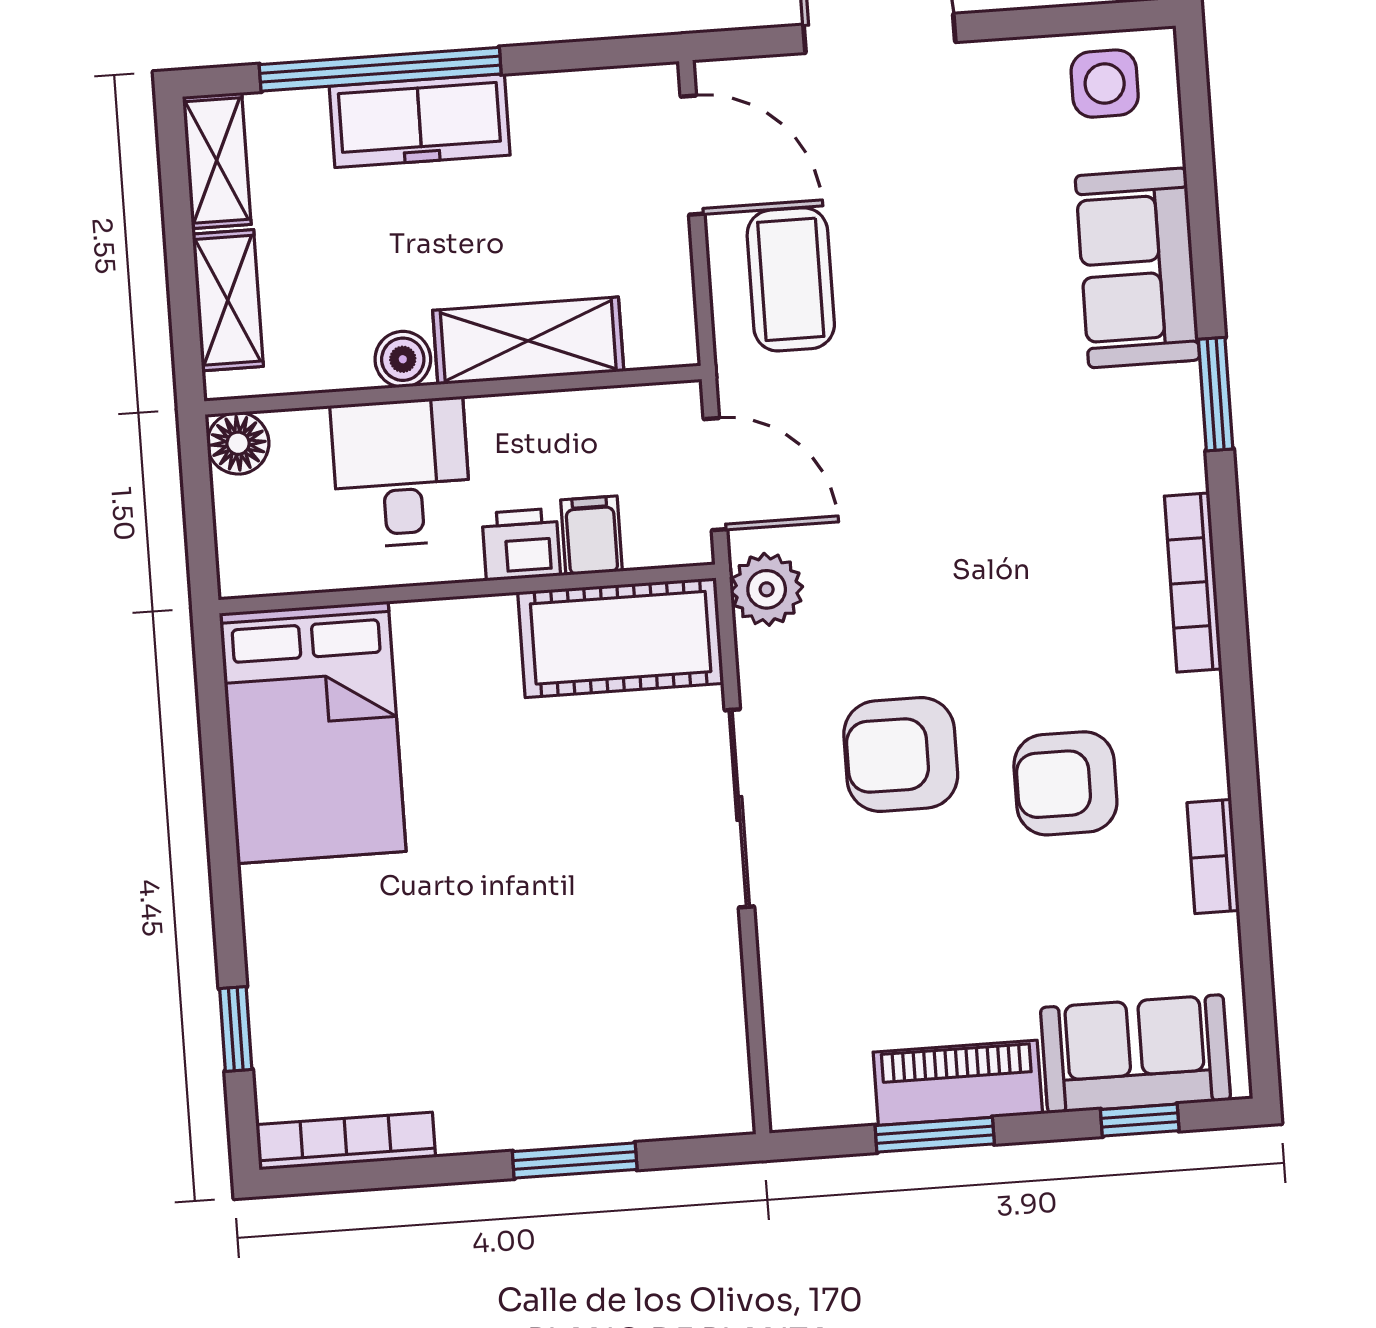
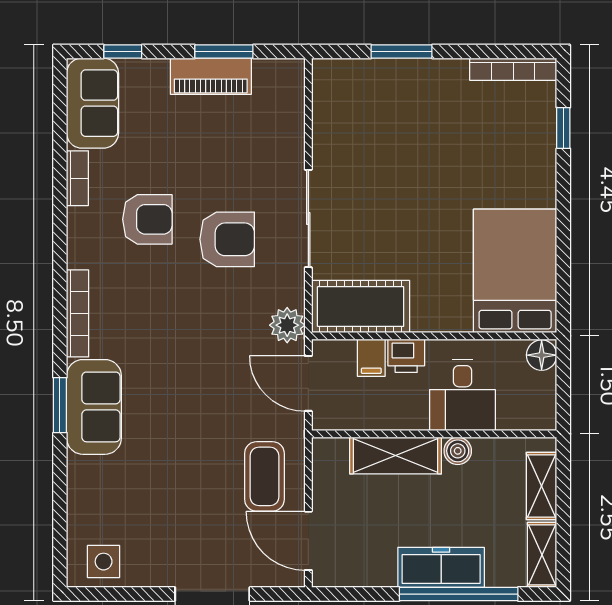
sofa: (1137, 268) -> (94, 407), moved
floor lamp: (238, 443) -> (542, 355), moved
sofa: (1135, 1054) -> (93, 103), moved, turned -90

